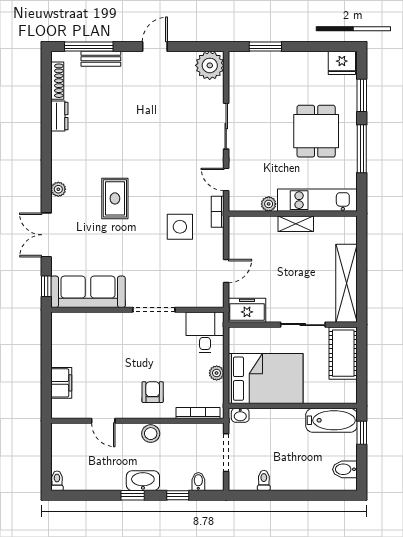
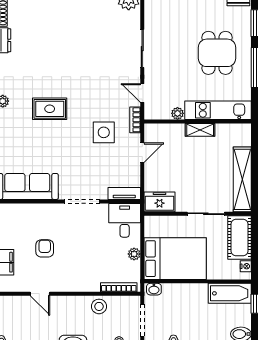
rug: (115, 198) -> (50, 109), turned 90
door: (226, 271) -> (142, 153), moved
tv unit: (205, 300) -> (124, 193), added
nightstand: (351, 388) -> (246, 266), added
armchair: (153, 392) -> (45, 248), moved
stool: (151, 434) -> (99, 306), moved

